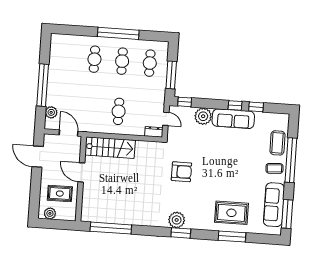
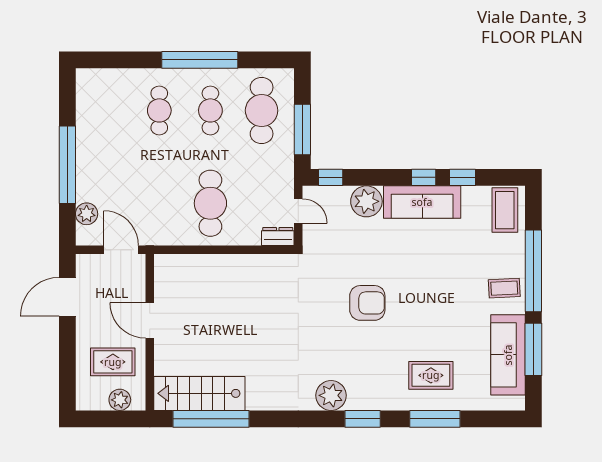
cafe table: (150, 63) -> (262, 110), width x1.37, depth x1.35
cafe table: (119, 111) -> (210, 203), width x1.37, depth x1.35
coffee table: (277, 143) -> (505, 210), moved
stairs: (110, 148) -> (199, 393), moved, turned 180
door: (38, 157) -> (67, 297), hinge flipped
armchair: (181, 172) -> (367, 303), moved
plant: (50, 213) -> (120, 400), moved
rug: (231, 213) -> (431, 375), width x0.73, depth x0.70
window: (287, 214) -> (533, 349), moved
window: (181, 233) -> (363, 419), moved

